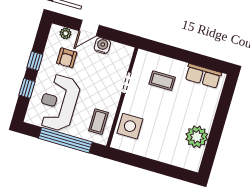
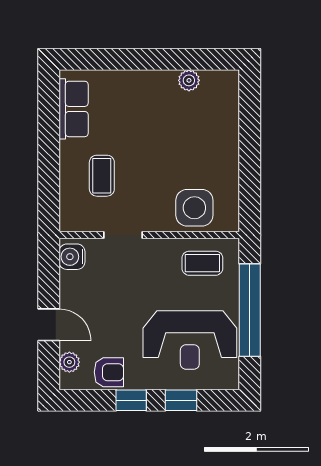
water cooler: (102, 46) -> (72, 257), moved
armchair: (67, 58) -> (109, 372), moved
plant: (197, 137) -> (189, 80), width x0.53, depth x0.53

